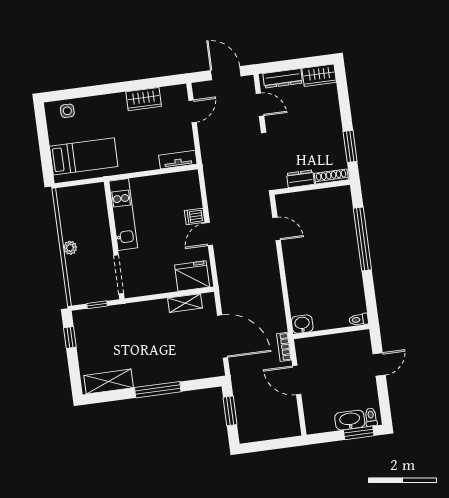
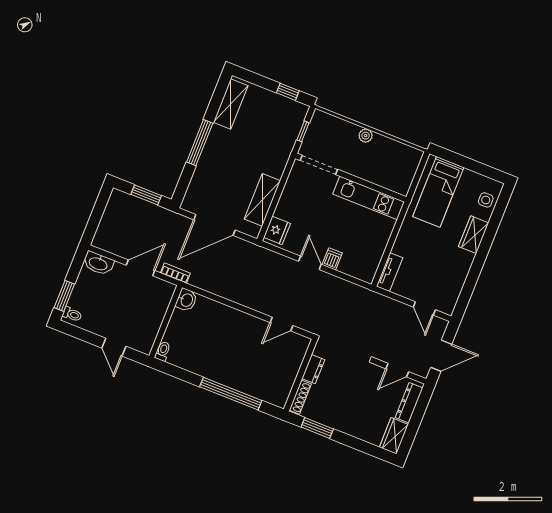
wardrobe: (144, 99) -> (474, 235), moved
fridge: (192, 276) -> (277, 230), width x0.73, depth x0.75
shelving: (185, 303) -> (262, 200), width x1.50, depth x1.33
washbasin: (350, 420) -> (98, 263), moved, turned 90

